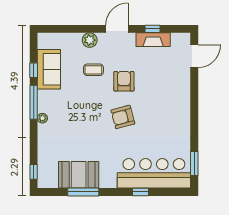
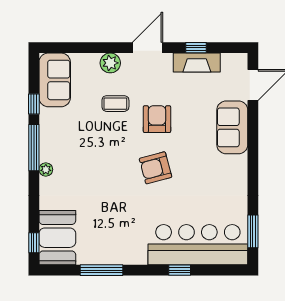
sofa: (49, 69) -> (55, 80), moved
sofa: (179, 87) -> (232, 127), added
booth: (79, 175) -> (57, 238), moved, turned 90

